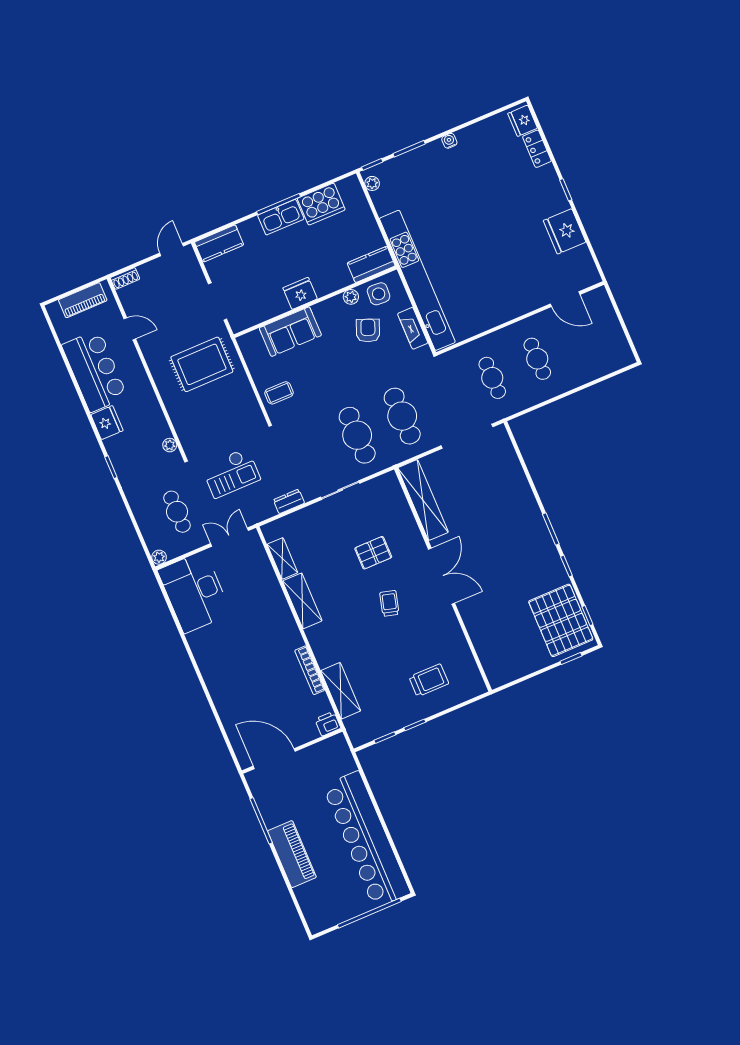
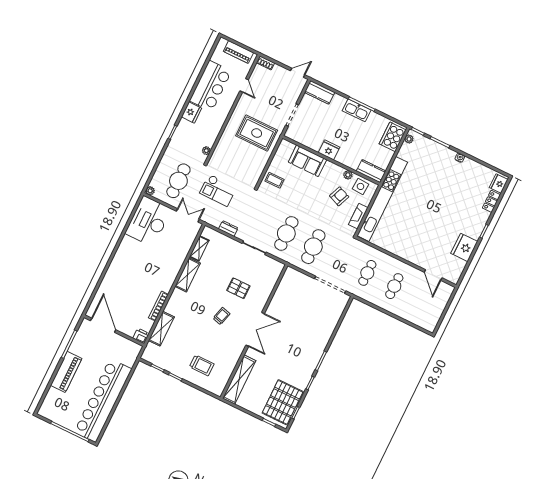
cooker: (321, 204) -> (393, 137), moved, turned 90
shelving: (423, 500) -> (239, 380), moved
cafe table: (177, 512) -> (178, 181), width x1.37, depth x1.35

